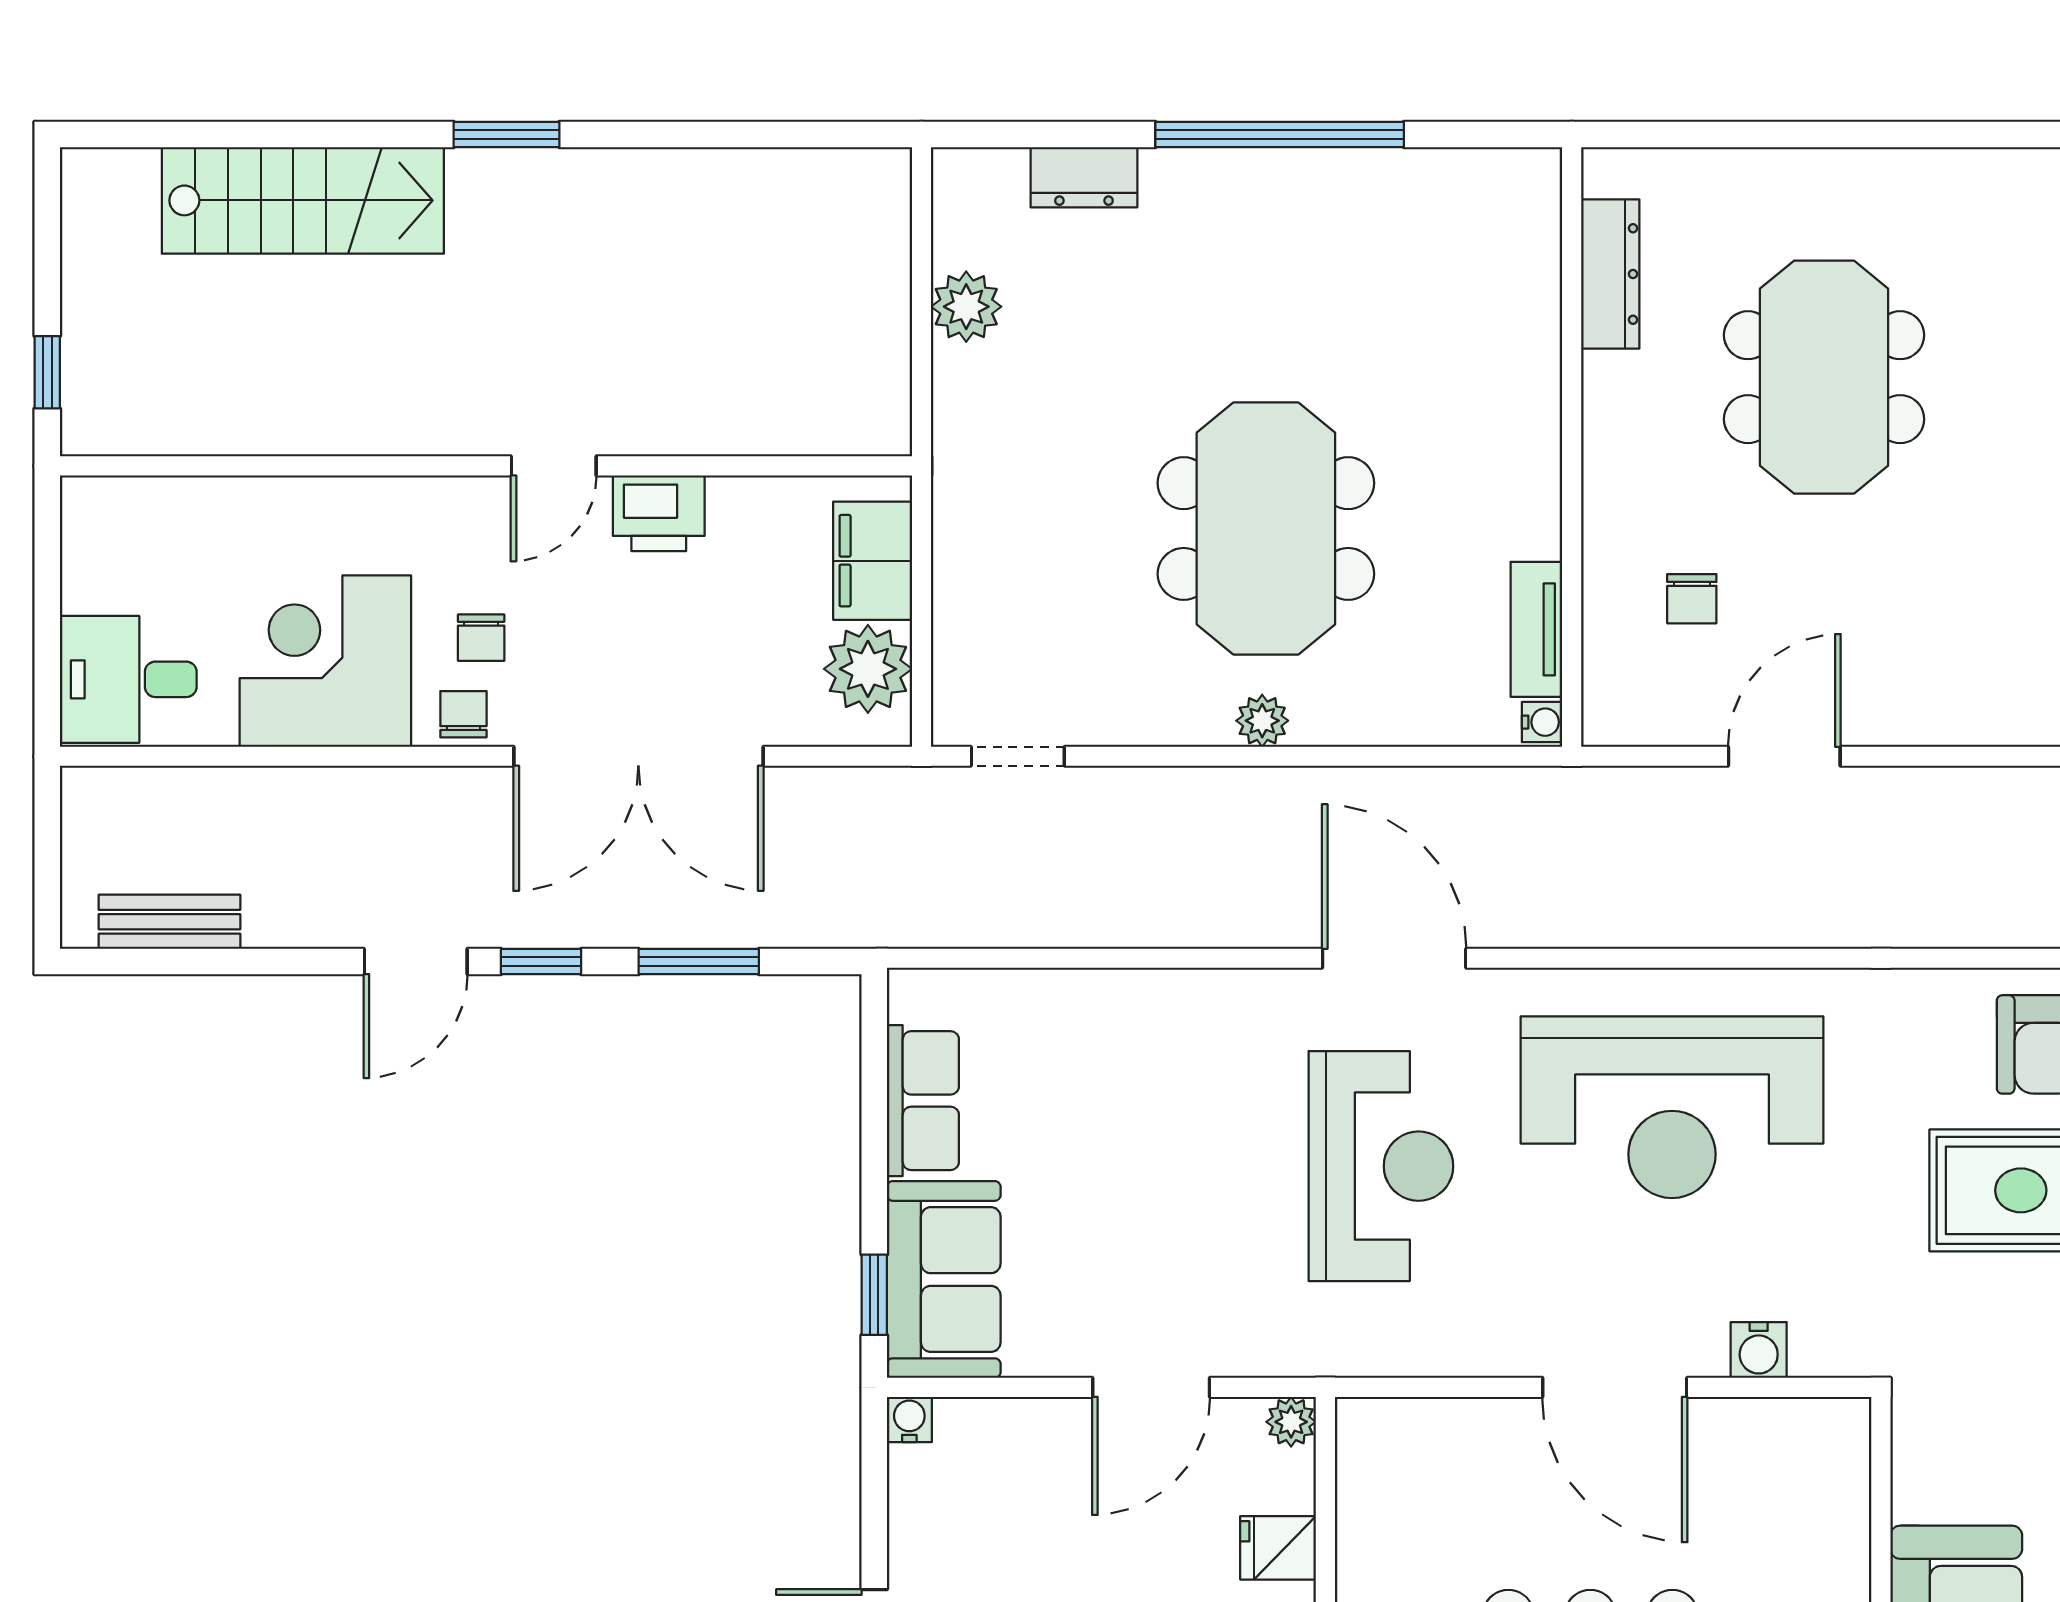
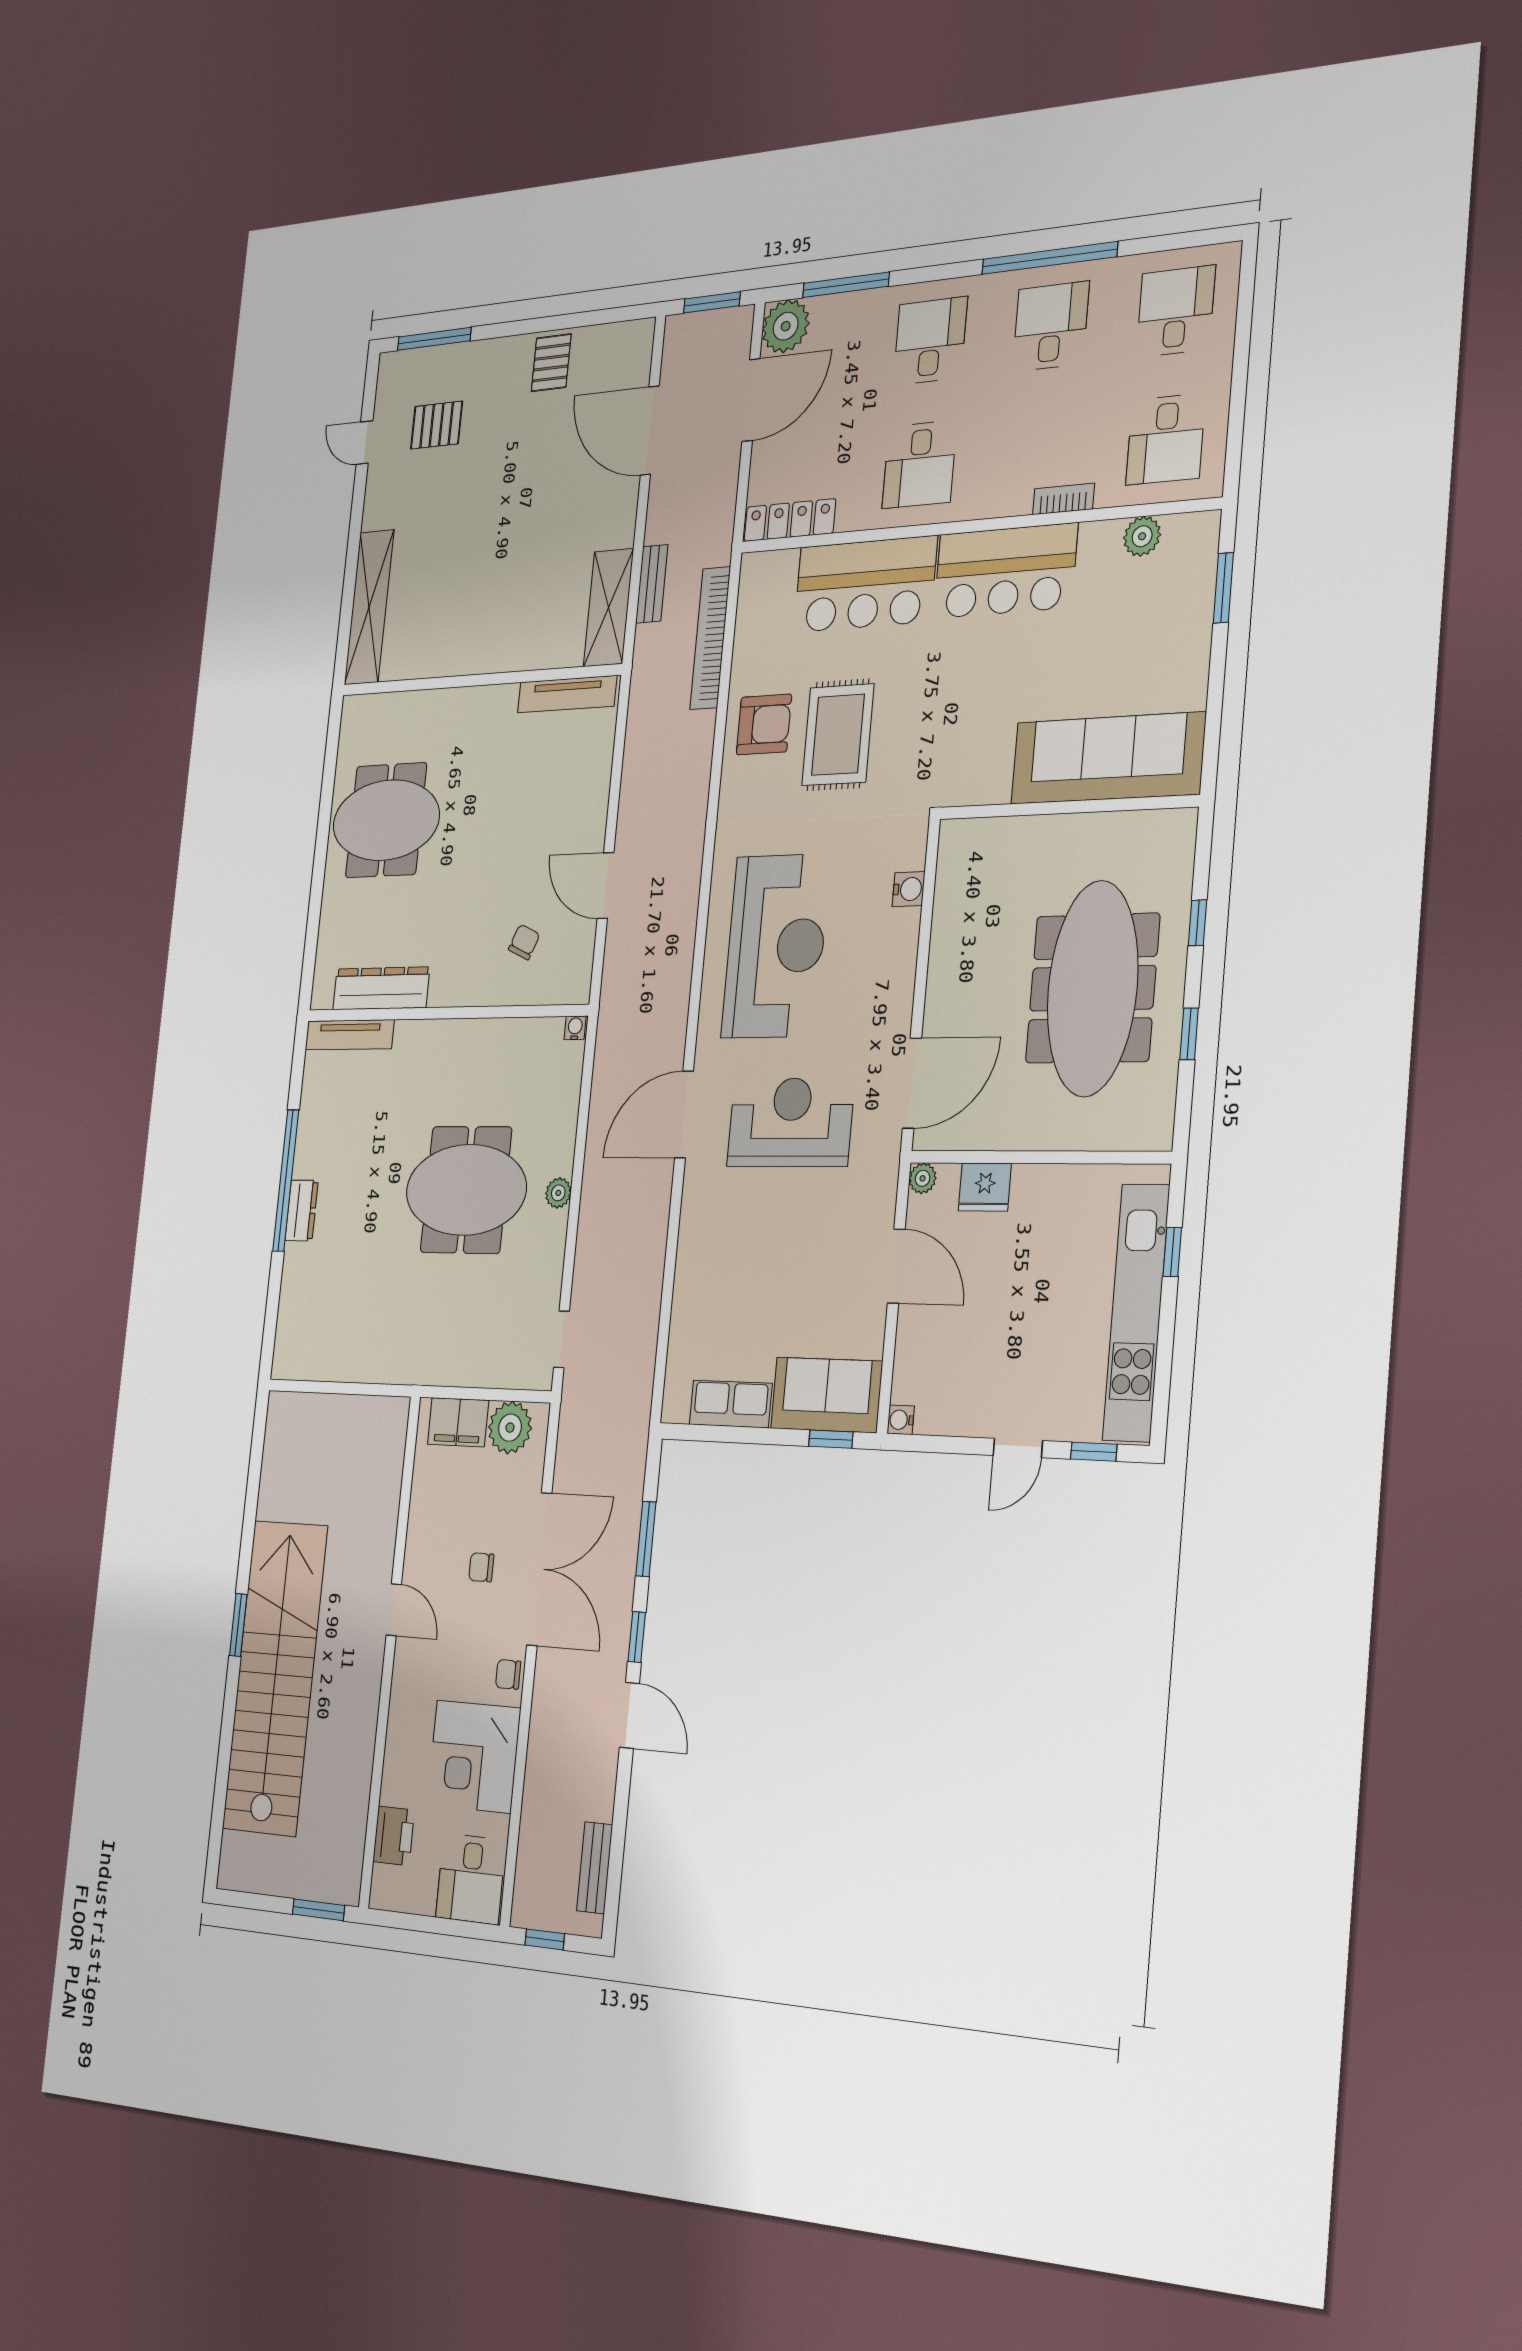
dresser: (1084, 177) -> (302, 1210), moved
stairs: (303, 200) -> (275, 1677), width x1.86, depth x1.51
dresser: (1610, 274) -> (381, 988), width x1.37, depth x1.24
plant: (966, 307) -> (345, 1362), removed
window: (47, 372) -> (319, 1910), width x1.50
meeting table: (1824, 377) -> (386, 820), moved
printer: (659, 513) -> (394, 1836), moved
chair: (1692, 599) -> (524, 942), turned -66
tv unit: (1536, 629) -> (350, 1035), moved, width x1.41
chair: (481, 638) -> (481, 1567), moved, turned 180
window: (47, 838) -> (545, 1939), added
door: (1615, 1387) -> (912, 1083), moved
fridge: (1278, 1548) -> (985, 1187), width x1.38

